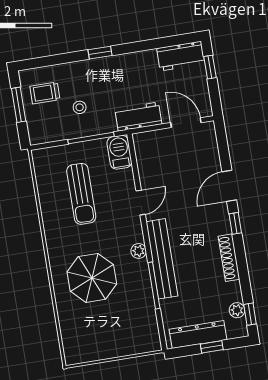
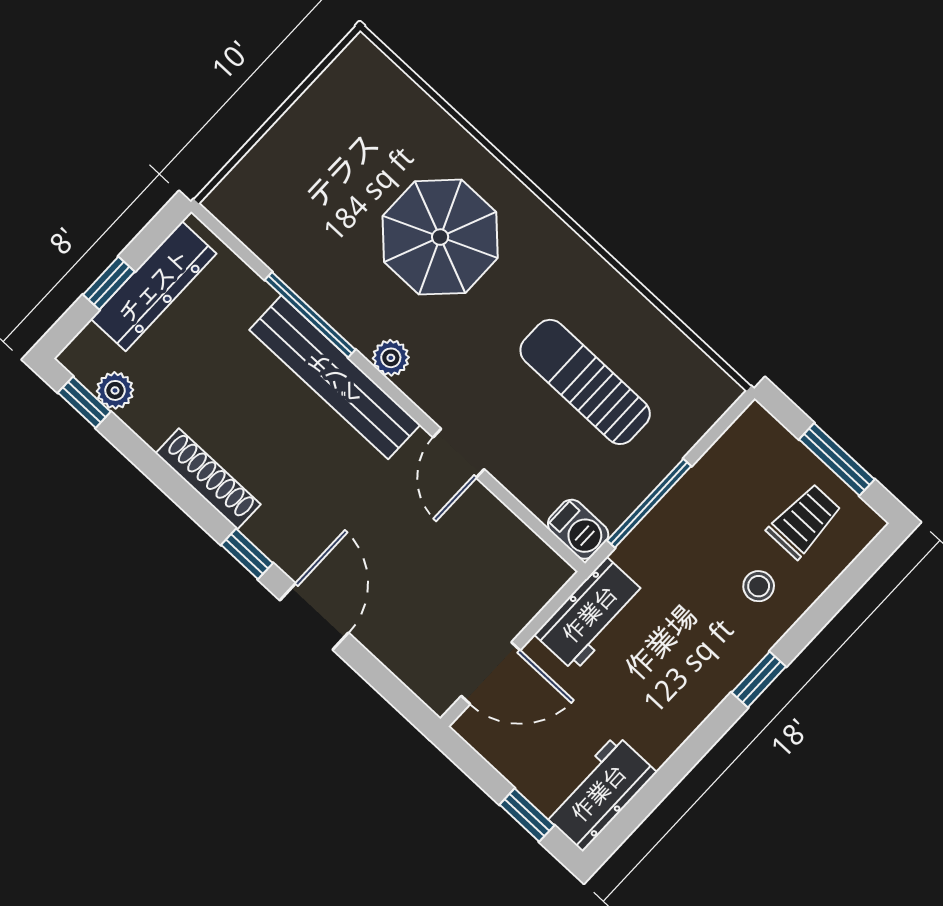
stool: (80, 107) -> (759, 586), moved
barbecue: (119, 152) -> (578, 529), width x0.73, depth x0.79

